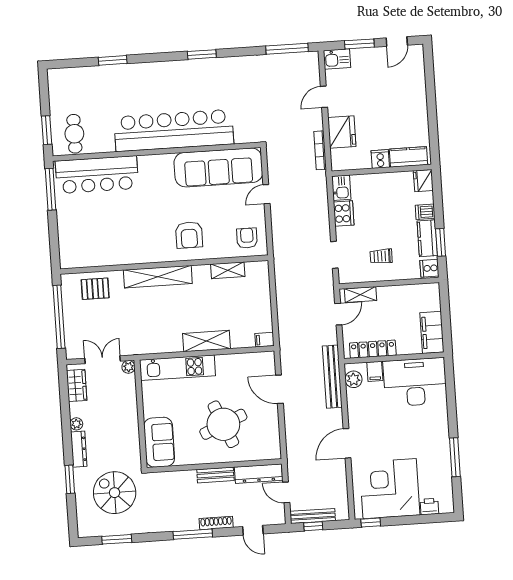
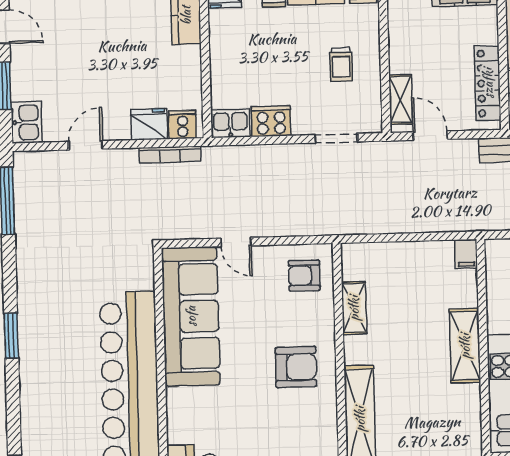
door: (324, 97) -> (86, 145), swing flipped
fridge: (342, 132) -> (149, 124), width x0.73, depth x0.75
cooker: (380, 159) -> (183, 125), moved, turned 90

